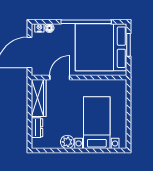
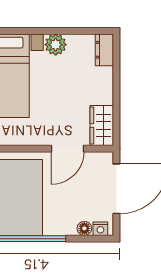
wardrobe: (39, 98) -> (102, 126), width x0.67
dresser: (37, 128) -> (104, 50), moved

